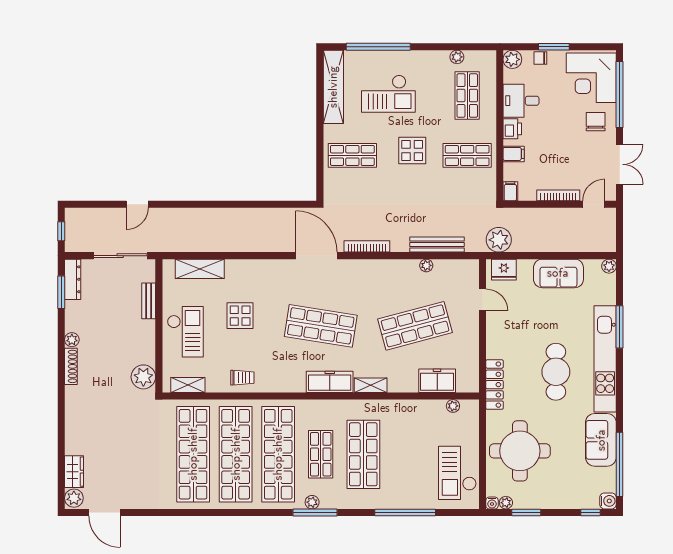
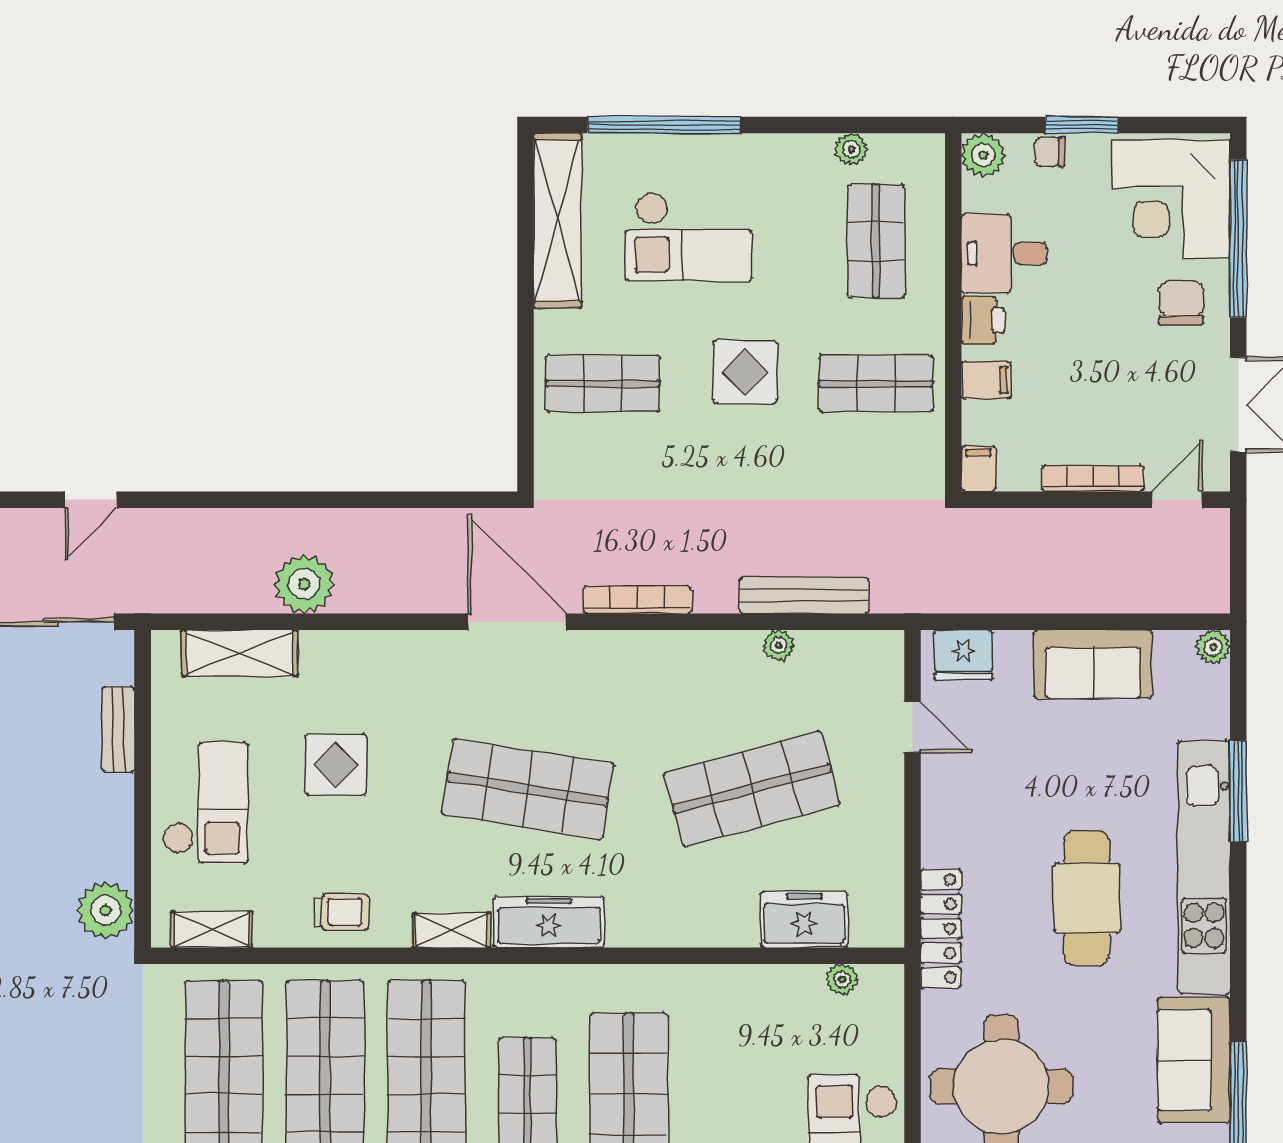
plant: (499, 240) -> (304, 584), moved
shelving: (371, 385) -> (452, 930), moved

